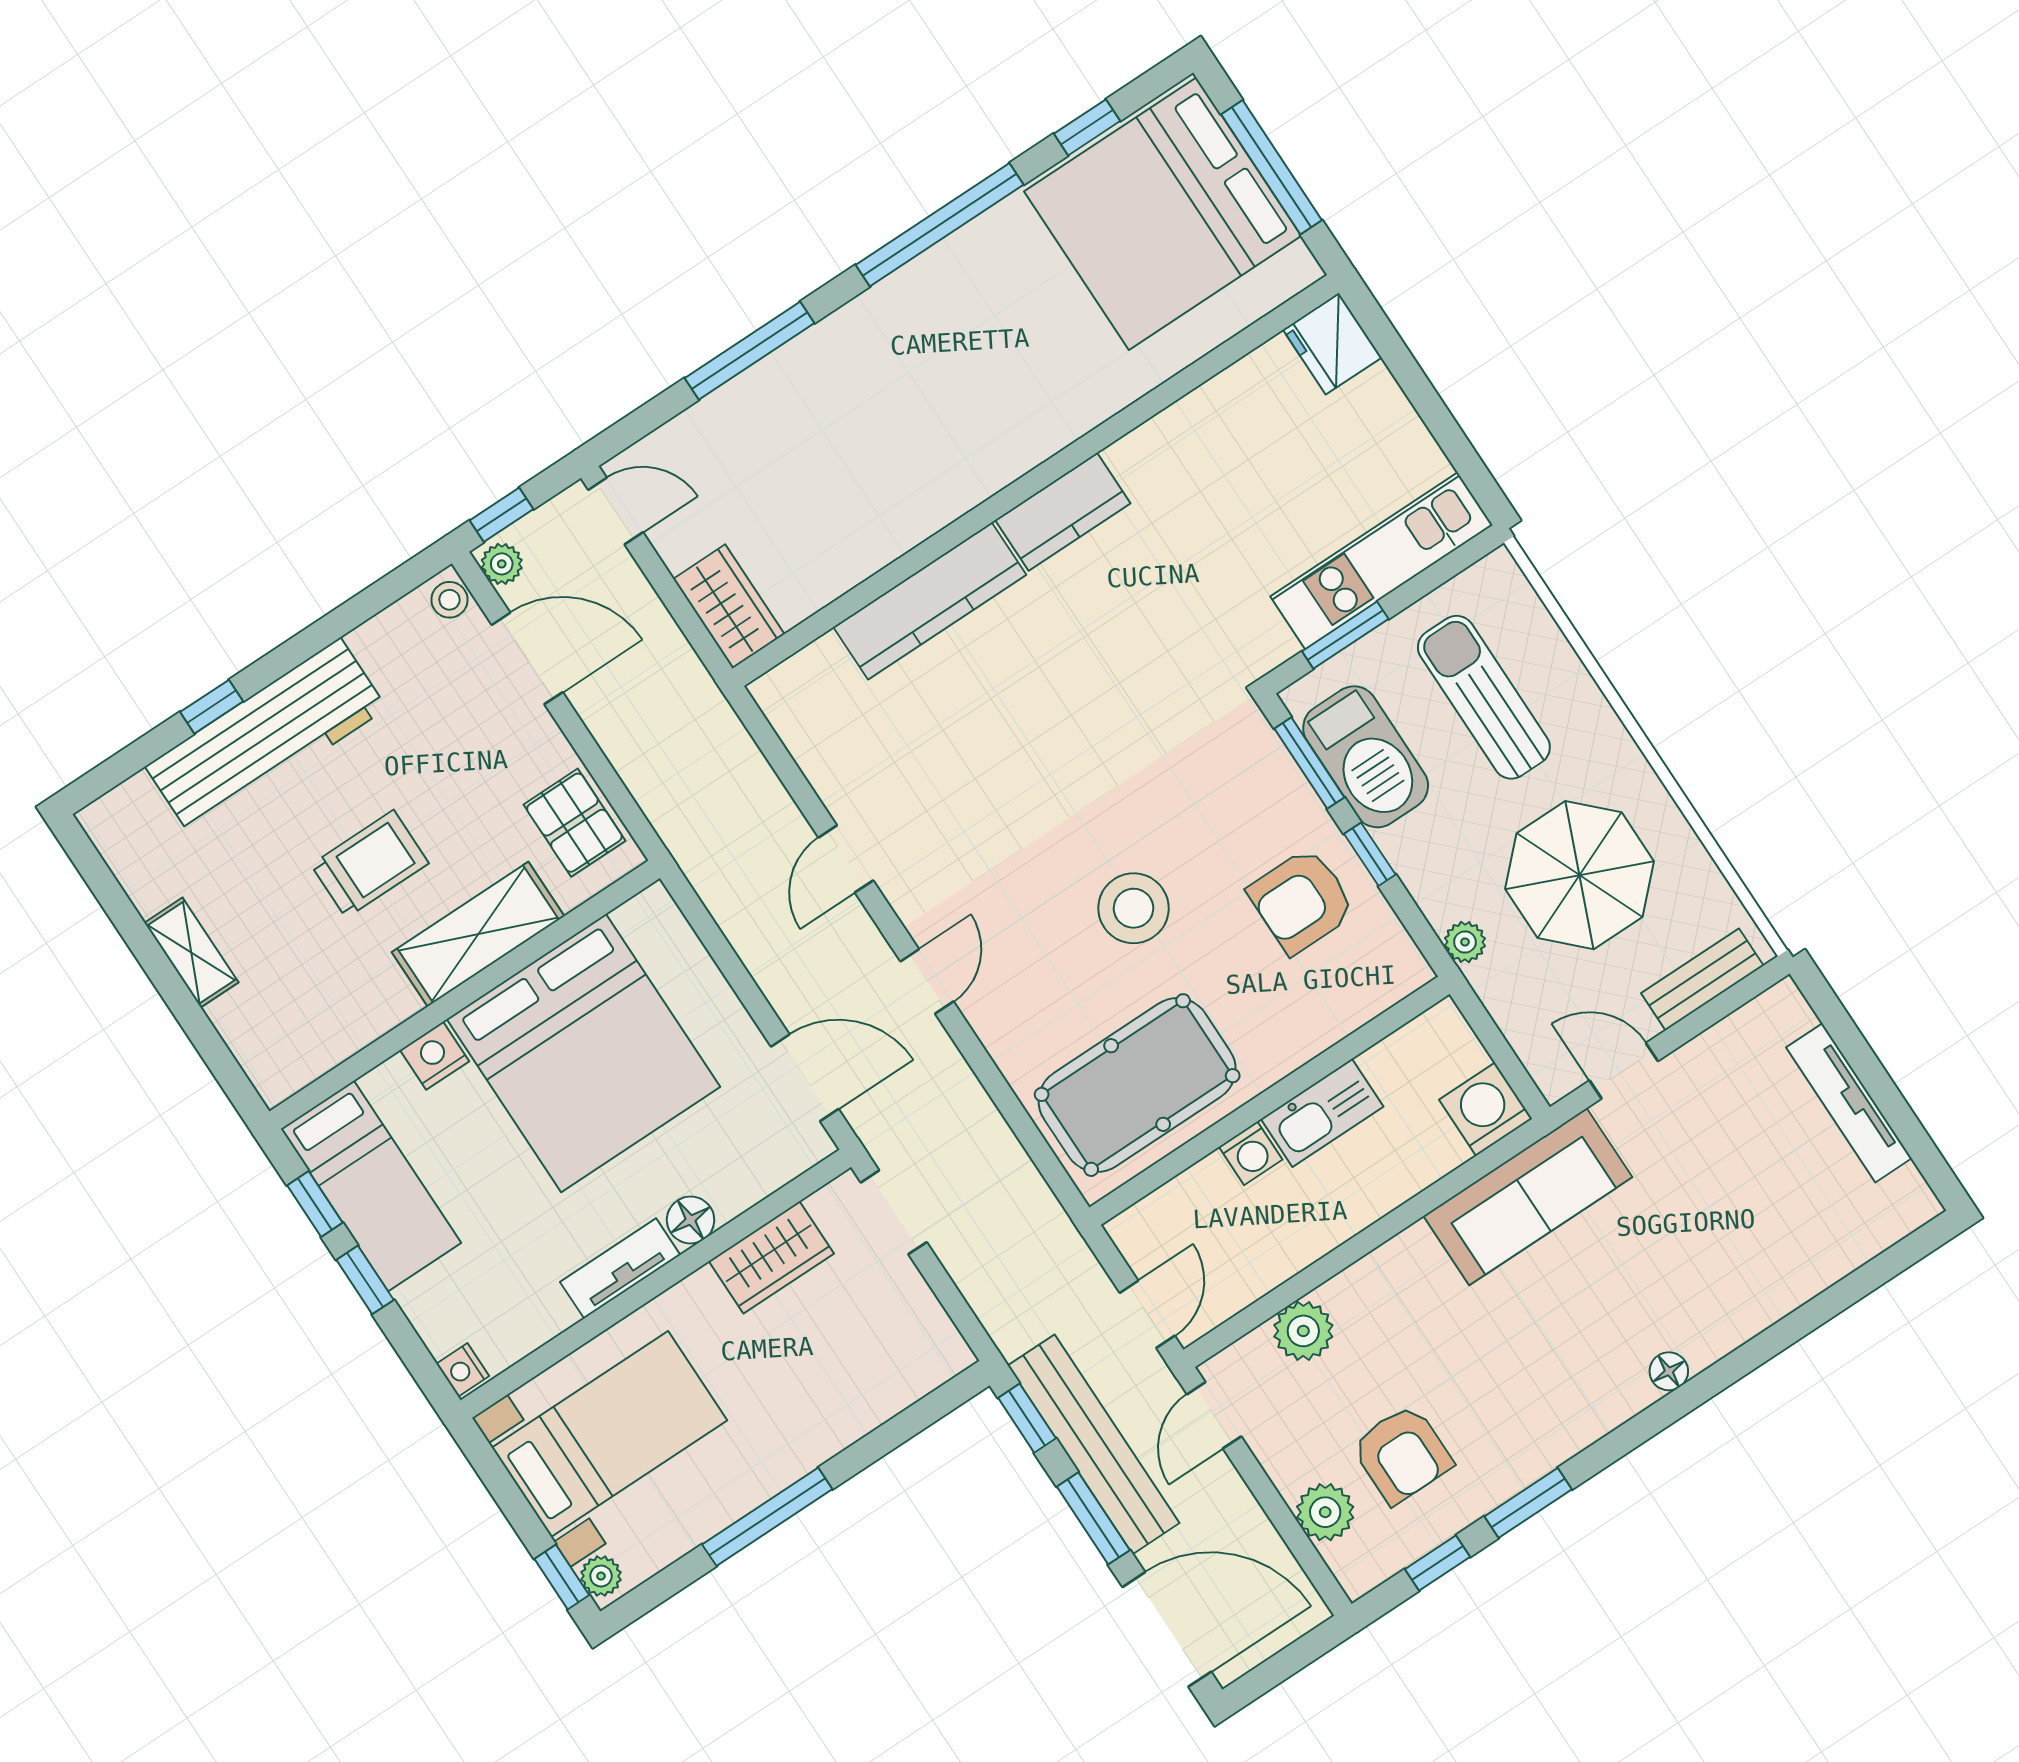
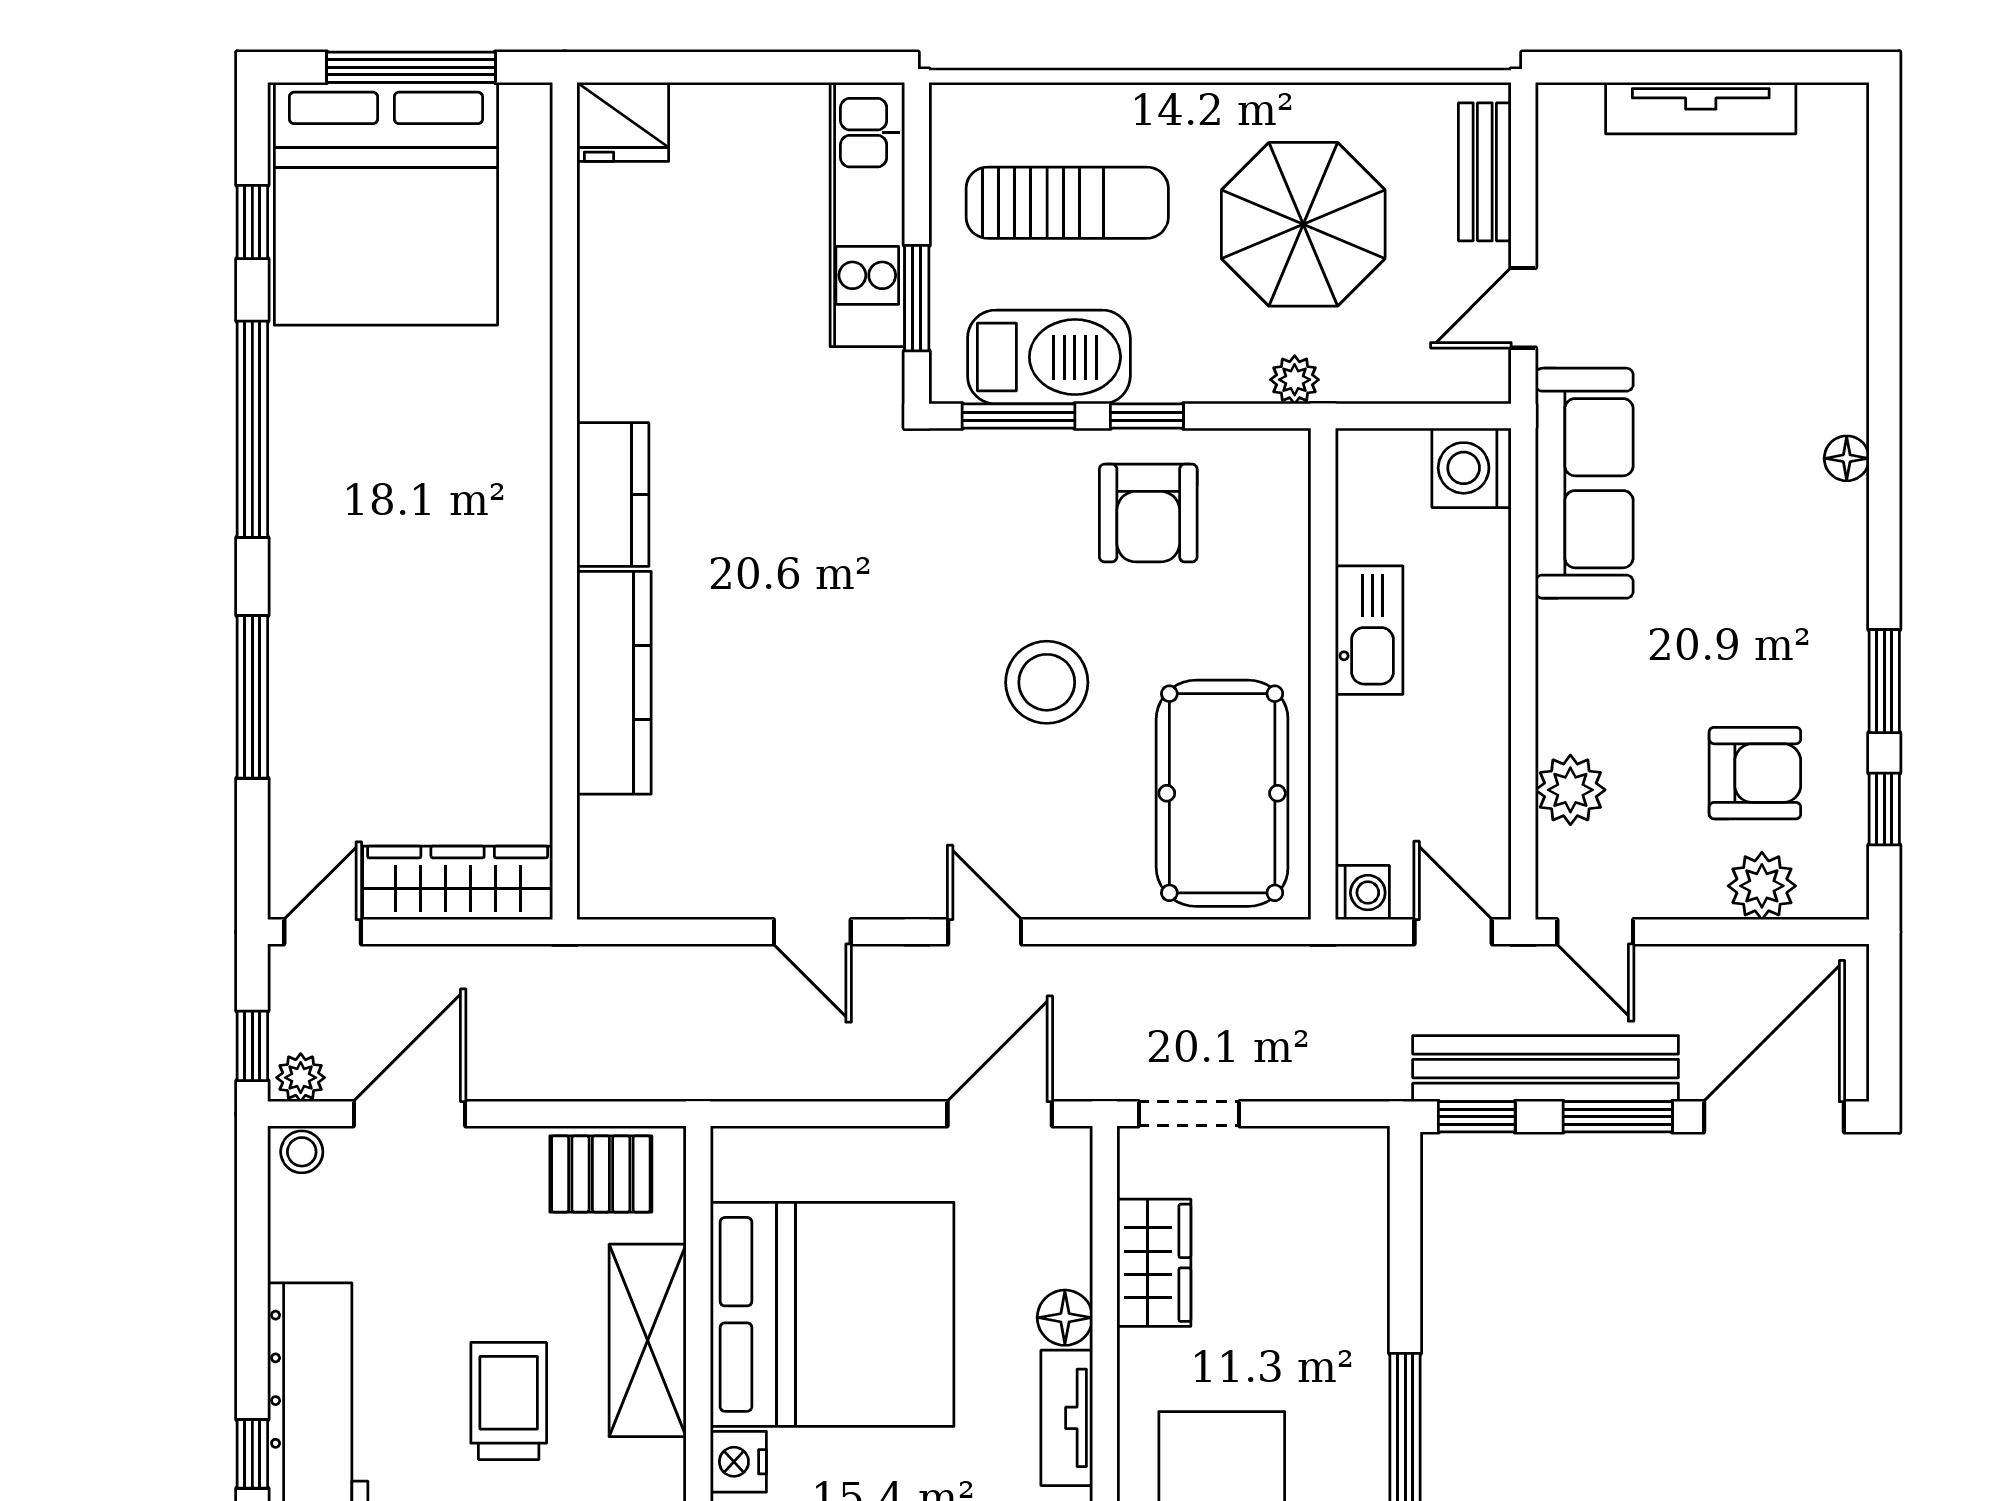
wardrobe: (729, 606) -> (458, 883), width x1.50
sun lounger: (1484, 697) -> (1067, 203), turned 180
washing machine: (1251, 1153) -> (1362, 893), moved

